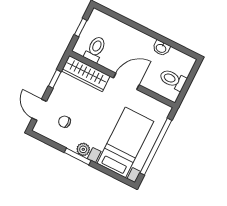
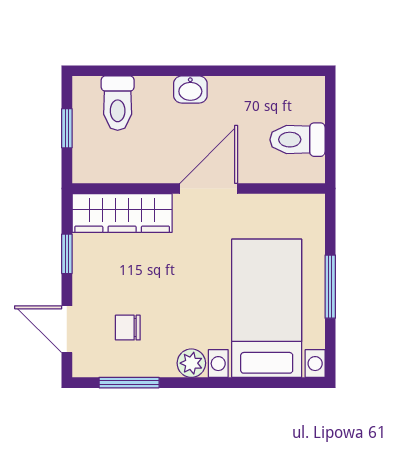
washbasin: (161, 48) -> (190, 89), moved
toilet: (95, 49) -> (118, 103), moved, turned 180
window: (156, 147) -> (330, 287), width x0.47
window: (78, 156) -> (129, 383), moved

